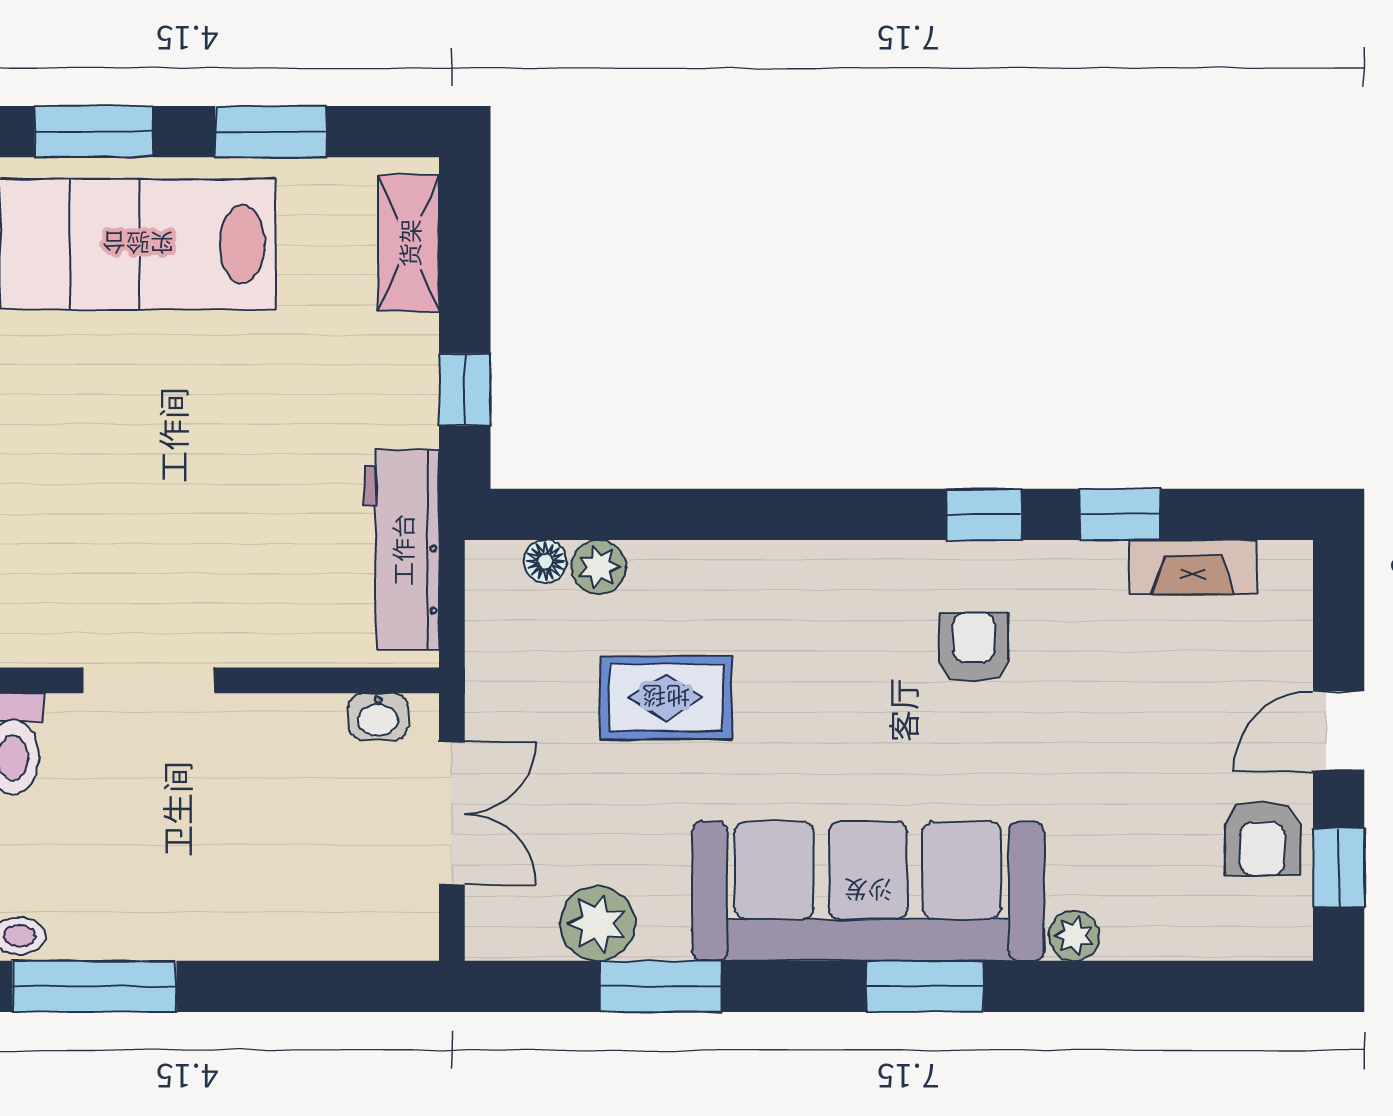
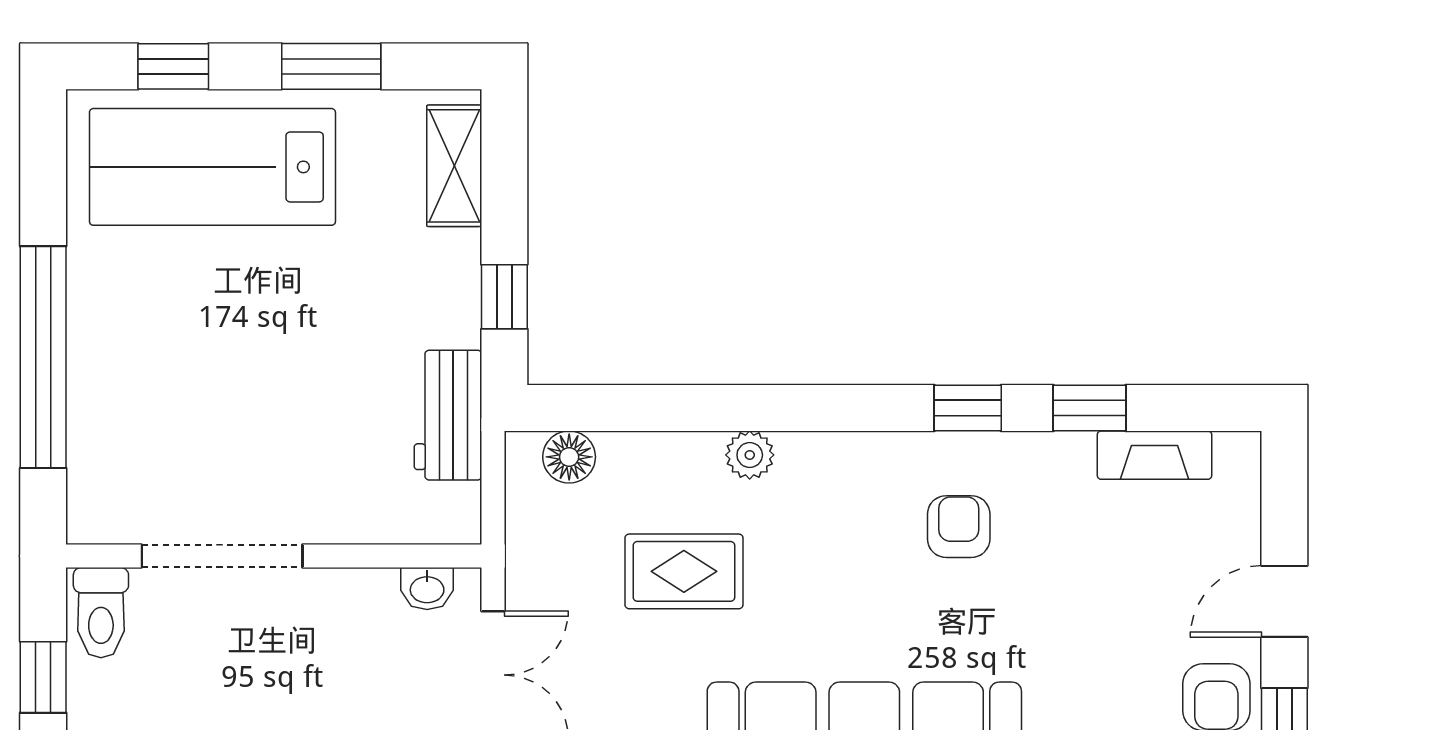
window: (94, 132) -> (173, 66), width x0.67
workbench: (402, 550) -> (448, 415), width x0.73
floor lamp: (545, 561) -> (569, 457), width x1.37, depth x1.37
plant: (599, 567) -> (750, 455), moved
doorway: (149, 680) -> (222, 556), width x1.36

